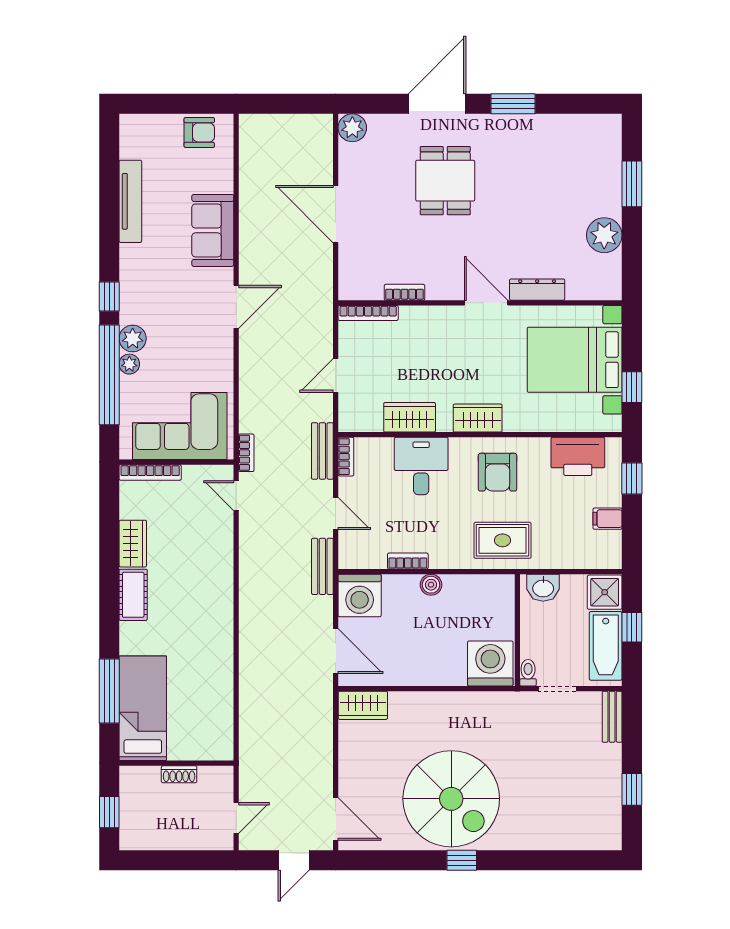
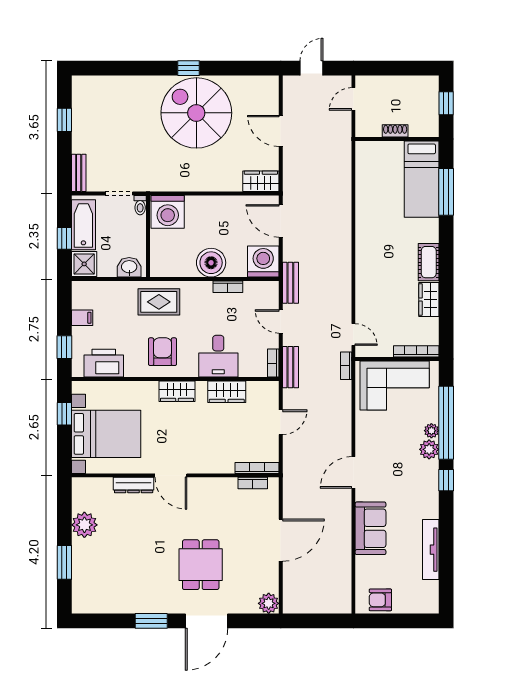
door: (336, 214) -> (281, 540), hinge flipped
bookcase: (404, 292) -> (253, 483), moved
boiler: (431, 585) -> (211, 263), width x1.86, depth x1.86
door: (336, 819) -> (281, 131), moved

